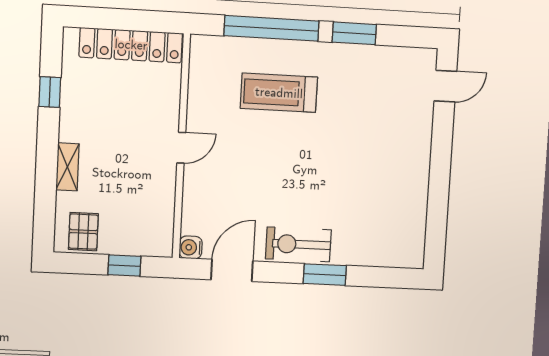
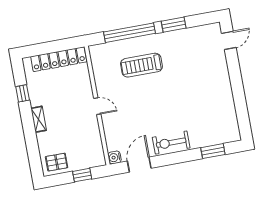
door: (181, 148) -> (97, 106), hinge flipped
shelving: (67, 167) -> (39, 119), moved
pallet: (83, 232) -> (57, 162), turned 90
window: (325, 275) -> (213, 151), moved

